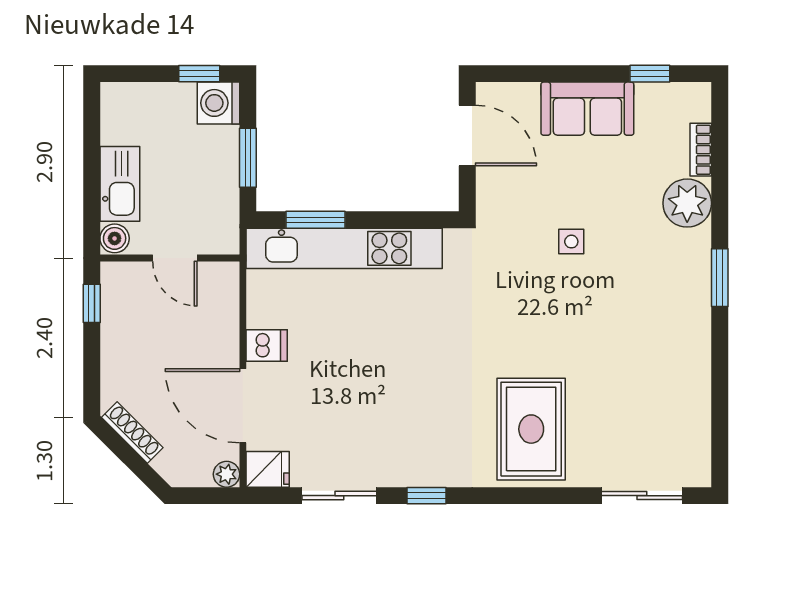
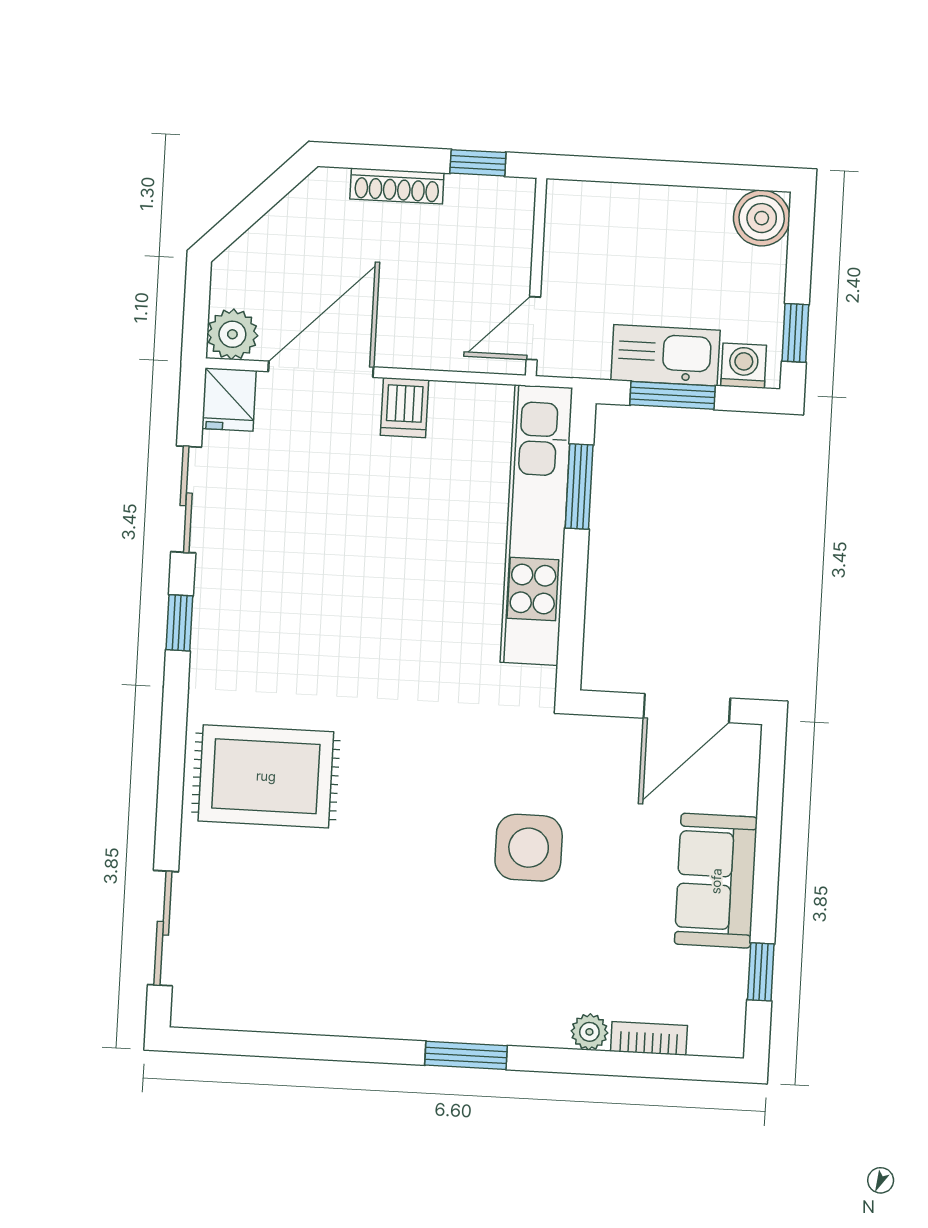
washing machine: (219, 103) -> (744, 366), width x0.73, depth x0.73
kitchen sink: (120, 184) -> (665, 355), moved, turned 180
plant: (687, 203) -> (589, 1032), width x0.53, depth x0.53
boiler: (115, 238) -> (762, 218), moved, width x1.36, depth x1.36
side table: (571, 242) -> (529, 848), width x1.87, depth x1.87
door: (175, 258) -> (533, 328), moved
shoe rack: (132, 432) -> (397, 186), moved, turned 45
plant: (227, 474) -> (232, 334), width x1.38, depth x1.38

